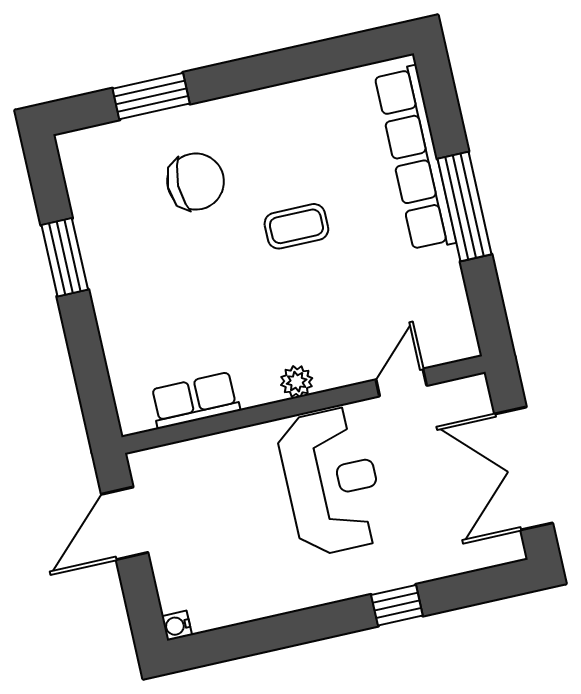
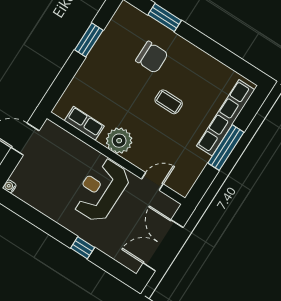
plant: (297, 382) -> (119, 141), width x1.87, depth x1.87
reception desk: (332, 481) -> (101, 190), turned 180

